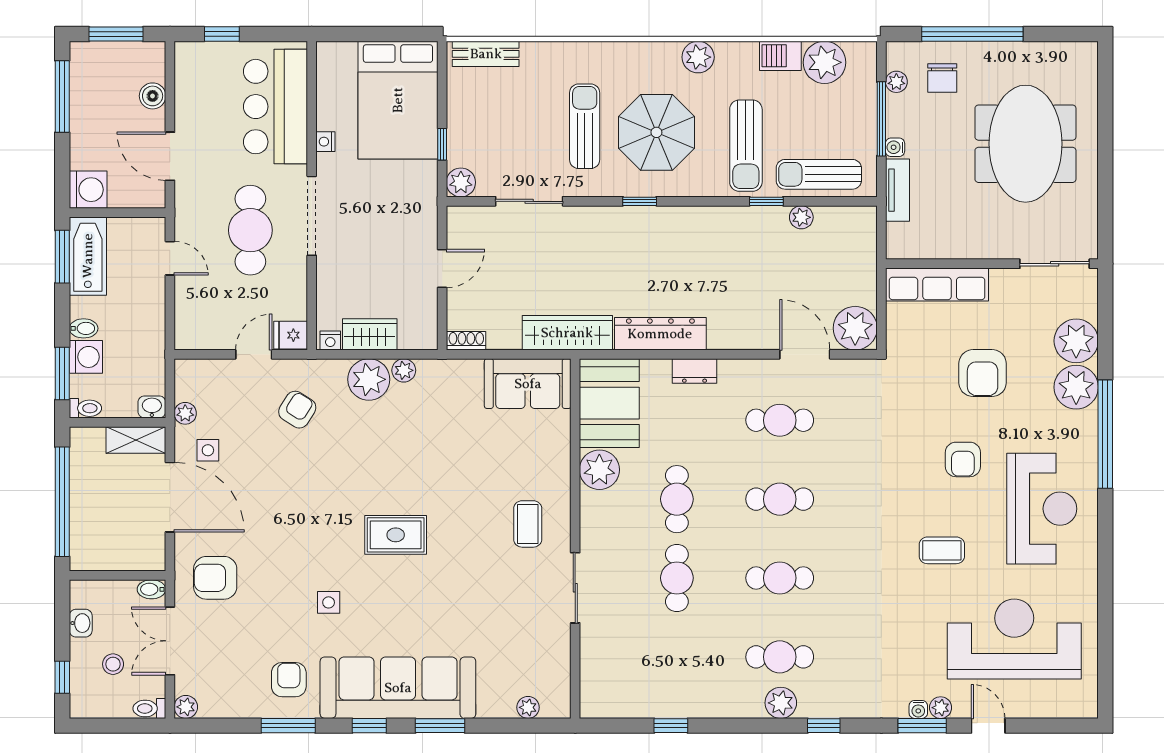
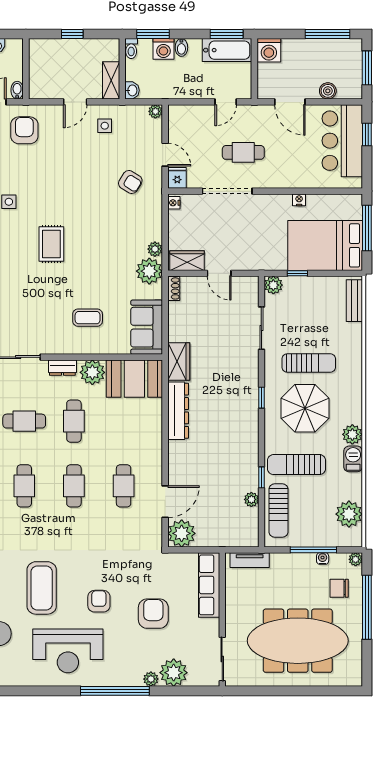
window: (370, 34) -> (367, 228), added
barbecue: (780, 56) -> (353, 459), moved
plant: (896, 82) -> (356, 559), moved
bar counter: (275, 107) -> (342, 141), moved, turned -90
meeting table: (1025, 144) -> (298, 641), width x1.36
water cooler: (895, 147) -> (323, 559), moved
door: (170, 156) -> (290, 102), swing flipped
sun lounger: (819, 174) -> (278, 511), turned 180
tv unit: (897, 190) -> (250, 560), moved
doorway: (312, 216) -> (227, 191), moved
cafe table: (250, 230) -> (243, 152), width x0.73, depth x0.74
wardrobe: (567, 333) -> (179, 362), width x0.67
wardrobe: (370, 334) -> (187, 261), moved, turned -90
dresser: (694, 371) -> (62, 368), moved, turned -90
armchair: (983, 373) -> (153, 614), turned 90
plant: (369, 379) -> (149, 271), moved
plant: (1076, 387) -> (151, 679), width x0.53, depth x0.53
plant: (185, 413) -> (155, 111), moved
armchair: (963, 459) -> (99, 601), turned 90
door: (170, 497) -> (75, 102), width x0.53
cafe table: (677, 499) -> (74, 421), turned 90
window: (62, 502) -> (72, 34), width x0.32
coffee table: (528, 524) -> (88, 318), moved
coffee table: (942, 550) -> (42, 588), width x1.86, depth x1.72

